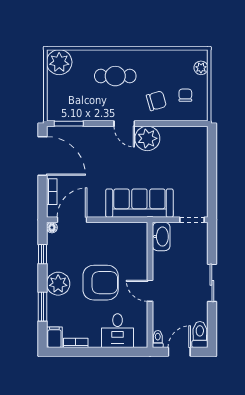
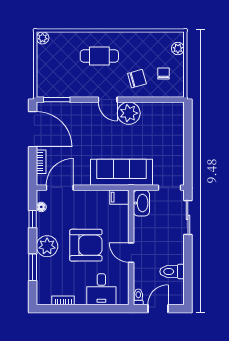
plant: (59, 62) -> (43, 38), width x0.53, depth x0.53
floor lamp: (52, 228) -> (41, 207), moved
sliding door: (212, 283) -> (188, 217), moved
toilet: (200, 334) -> (172, 272), moved, turned -90
filing cabinet: (54, 337) -> (119, 197), moved, turned -90

